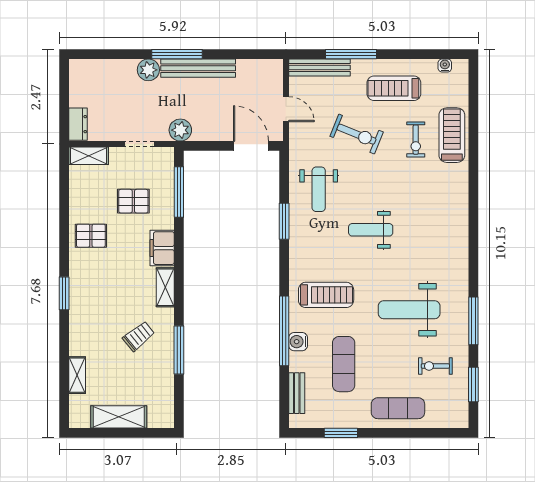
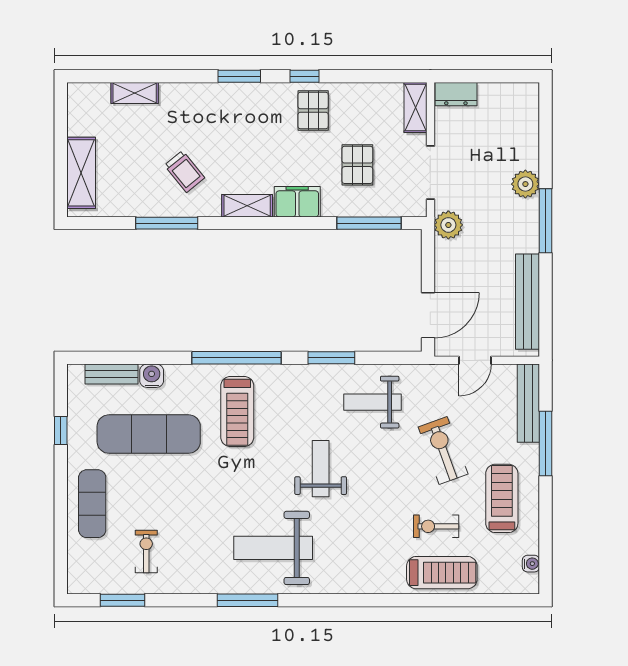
bench: (198, 68) -> (528, 302), moved
exercise bike: (357, 134) -> (443, 451), turned 138
doorway: (139, 144) -> (430, 172), width x1.38
window: (64, 242) -> (305, 76), added
weight bench: (409, 310) -> (273, 548), moved, turned -90
window: (473, 321) -> (247, 600), moved
window: (284, 331) -> (236, 358), moved
water cooler: (298, 342) -> (152, 376), moved
exercise mat: (344, 364) -> (149, 434), width x1.36, depth x1.45
shelving: (119, 417) -> (81, 173), moved
window: (341, 433) -> (61, 431), width x0.67

